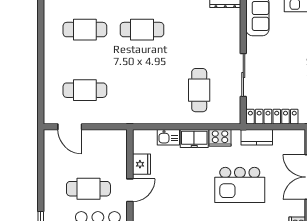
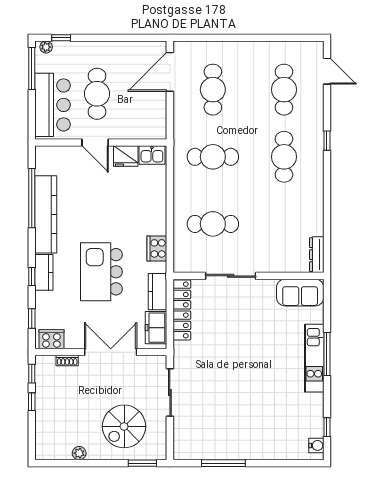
cafe table: (142, 90) -> (213, 157), added
door: (70, 127) -> (170, 72), width x1.36
kitchen sink: (168, 137) -> (152, 155), moved, turned -90
freezer: (194, 138) -> (156, 328), moved

